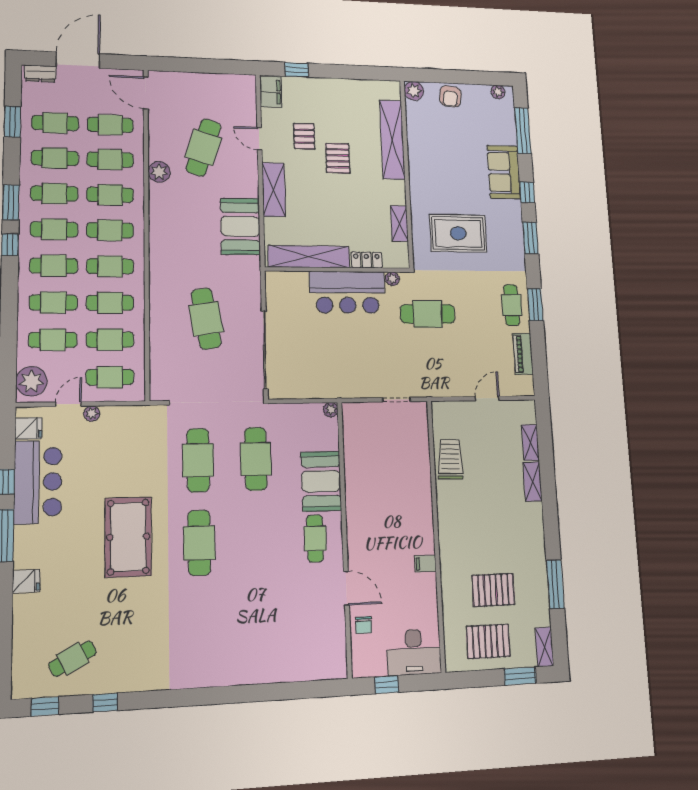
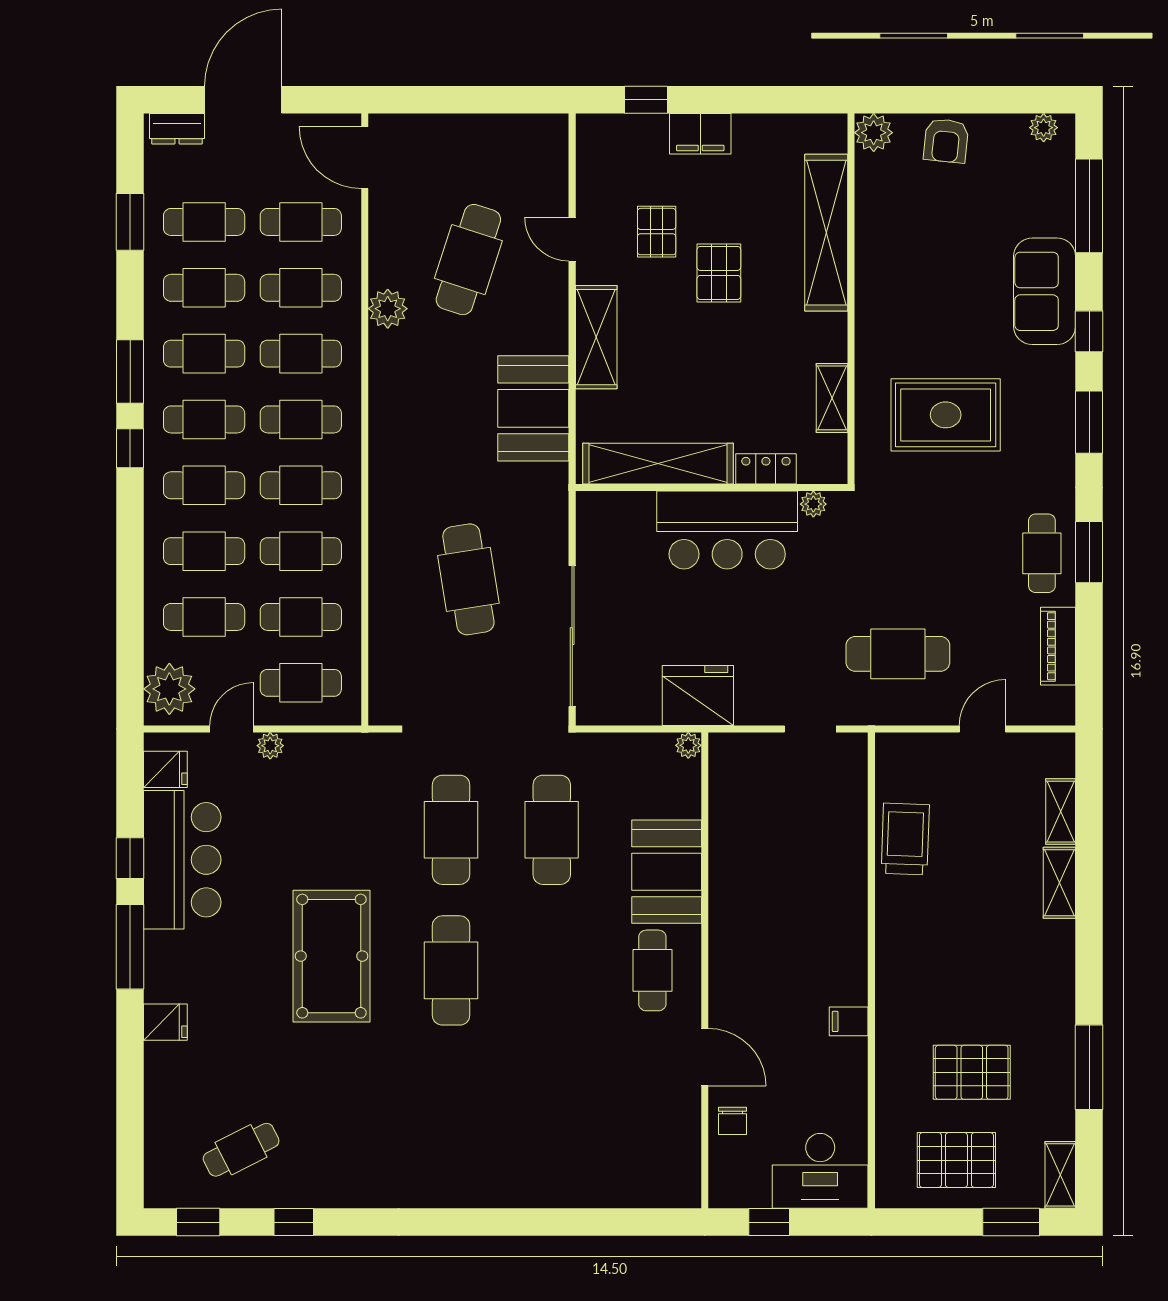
filing cabinet: (271, 92) -> (700, 134), moved, turned 90
cafe table: (428, 314) -> (898, 654), moved
fridge: (335, 382) -> (698, 695), added

